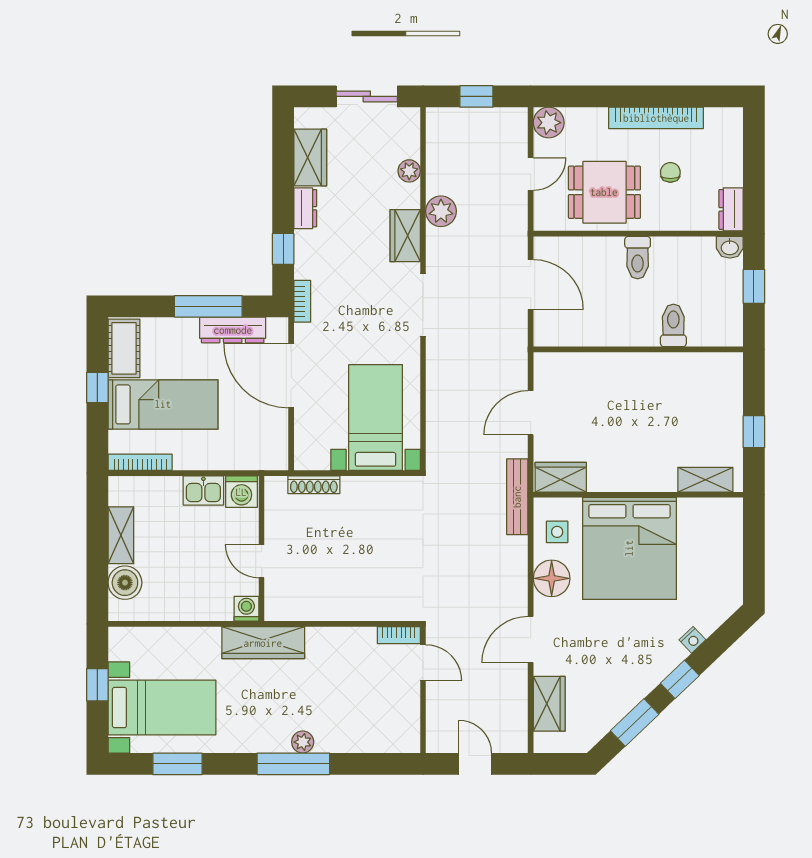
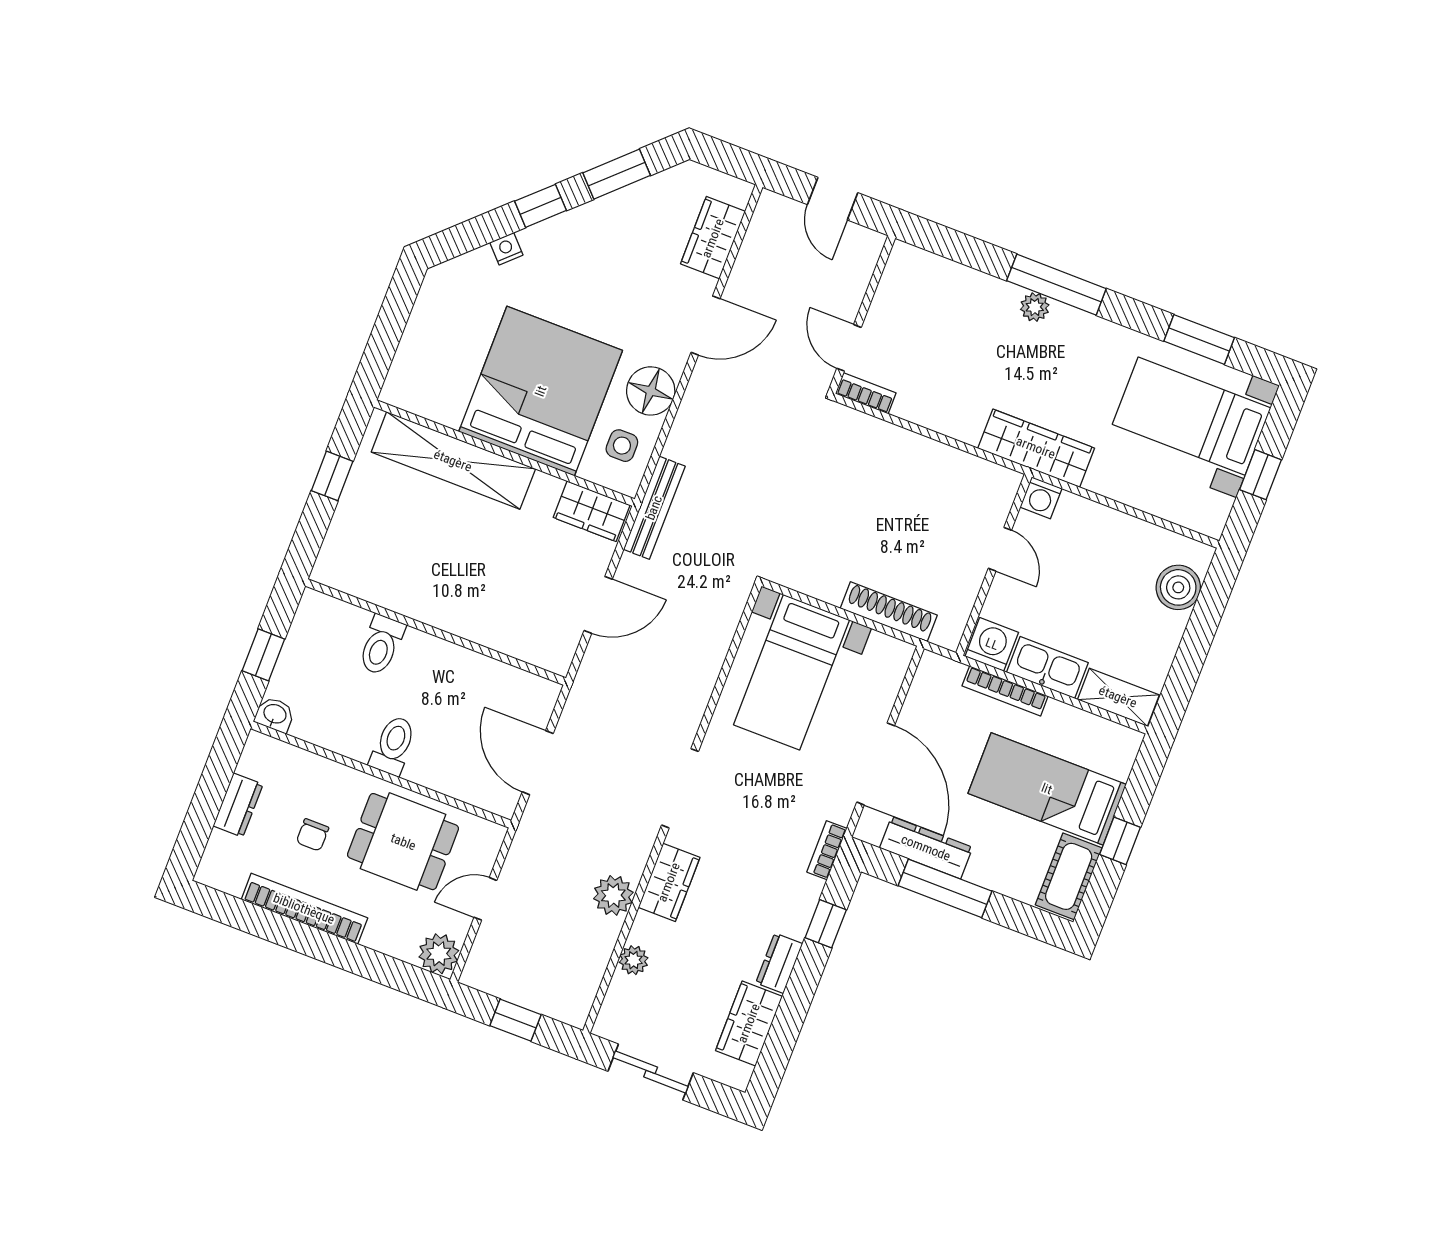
dresser: (731, 209) -> (238, 805), moved
bookcase: (140, 462) -> (1005, 691), moved
shelving: (705, 480) -> (453, 461), width x2.20, depth x1.33
shoe rack: (314, 485) -> (889, 612), width x1.36, depth x1.24
kitchen sink: (203, 490) -> (1047, 667), width x1.38
shelving: (121, 535) -> (1118, 697), moved, turned 90

